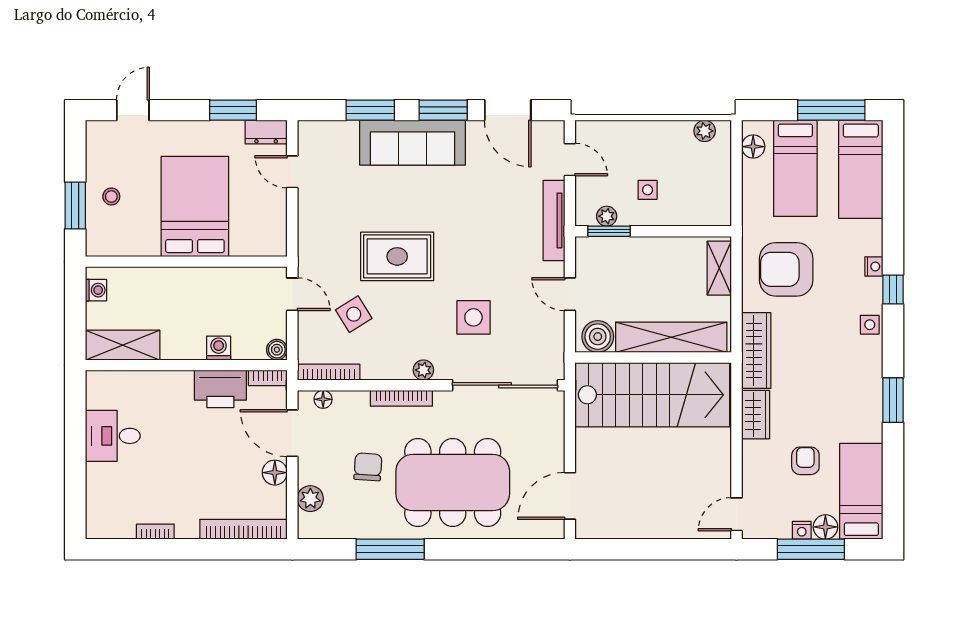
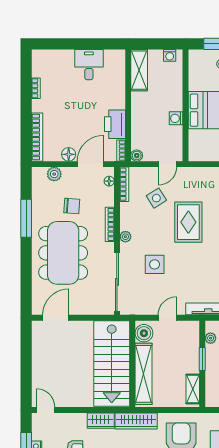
window: (609, 231) -> (202, 359), moved
shelving: (719, 268) -> (193, 389), moved, turned 90
washing machine: (219, 348) -> (176, 118), moved, turned 180
door: (570, 496) -> (56, 318), hinge flipped

